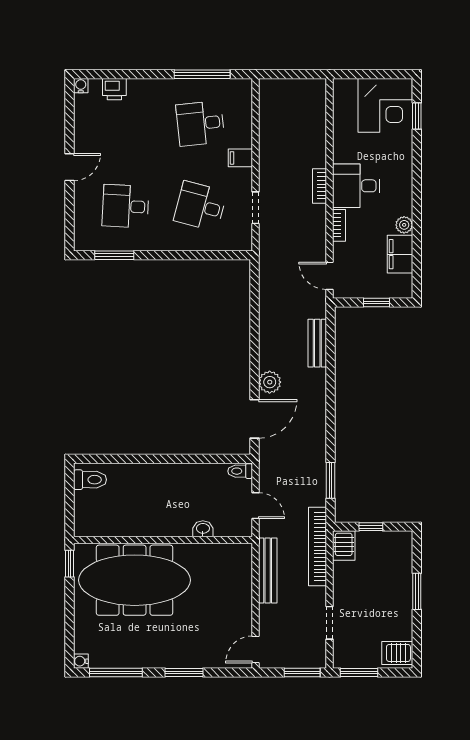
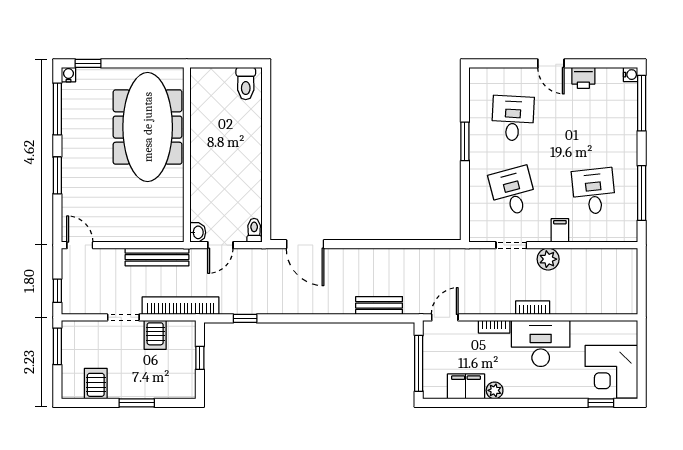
window: (110, 74) -> (642, 103), added
printer: (114, 89) -> (583, 78), moved, turned -90
desk: (356, 186) -> (541, 343), width x1.37
desk: (200, 206) -> (513, 191), turned -30
window: (114, 255) -> (465, 141), moved
window: (376, 303) -> (419, 363), width x2.17
plant: (270, 382) -> (548, 259), moved
window: (331, 480) -> (245, 318), width x0.67
washbasin: (203, 529) -> (198, 232), moved
server rack: (344, 546) -> (155, 335), moved, turned -90
window: (69, 564) -> (88, 63), moved
doorway: (329, 623) -> (123, 317), moved
server rack: (397, 653) -> (96, 384), moved
window: (302, 673) -> (57, 291), width x0.67

